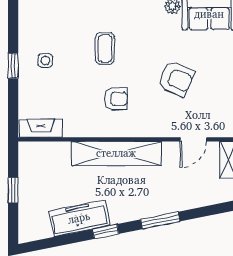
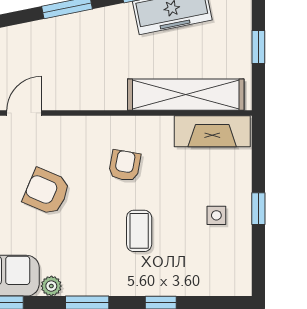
armchair: (116, 99) -> (125, 166), turned 100
fireplace: (41, 128) -> (212, 131), width x1.37, depth x1.32
shelving: (116, 153) -> (186, 95), moved

